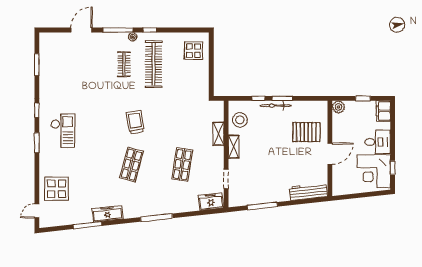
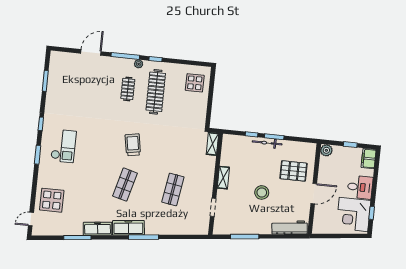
stool: (240, 120) -> (262, 192), moved
shelving: (218, 134) -> (212, 144), moved
freezer: (211, 202) -> (128, 228), moved, width x1.40

